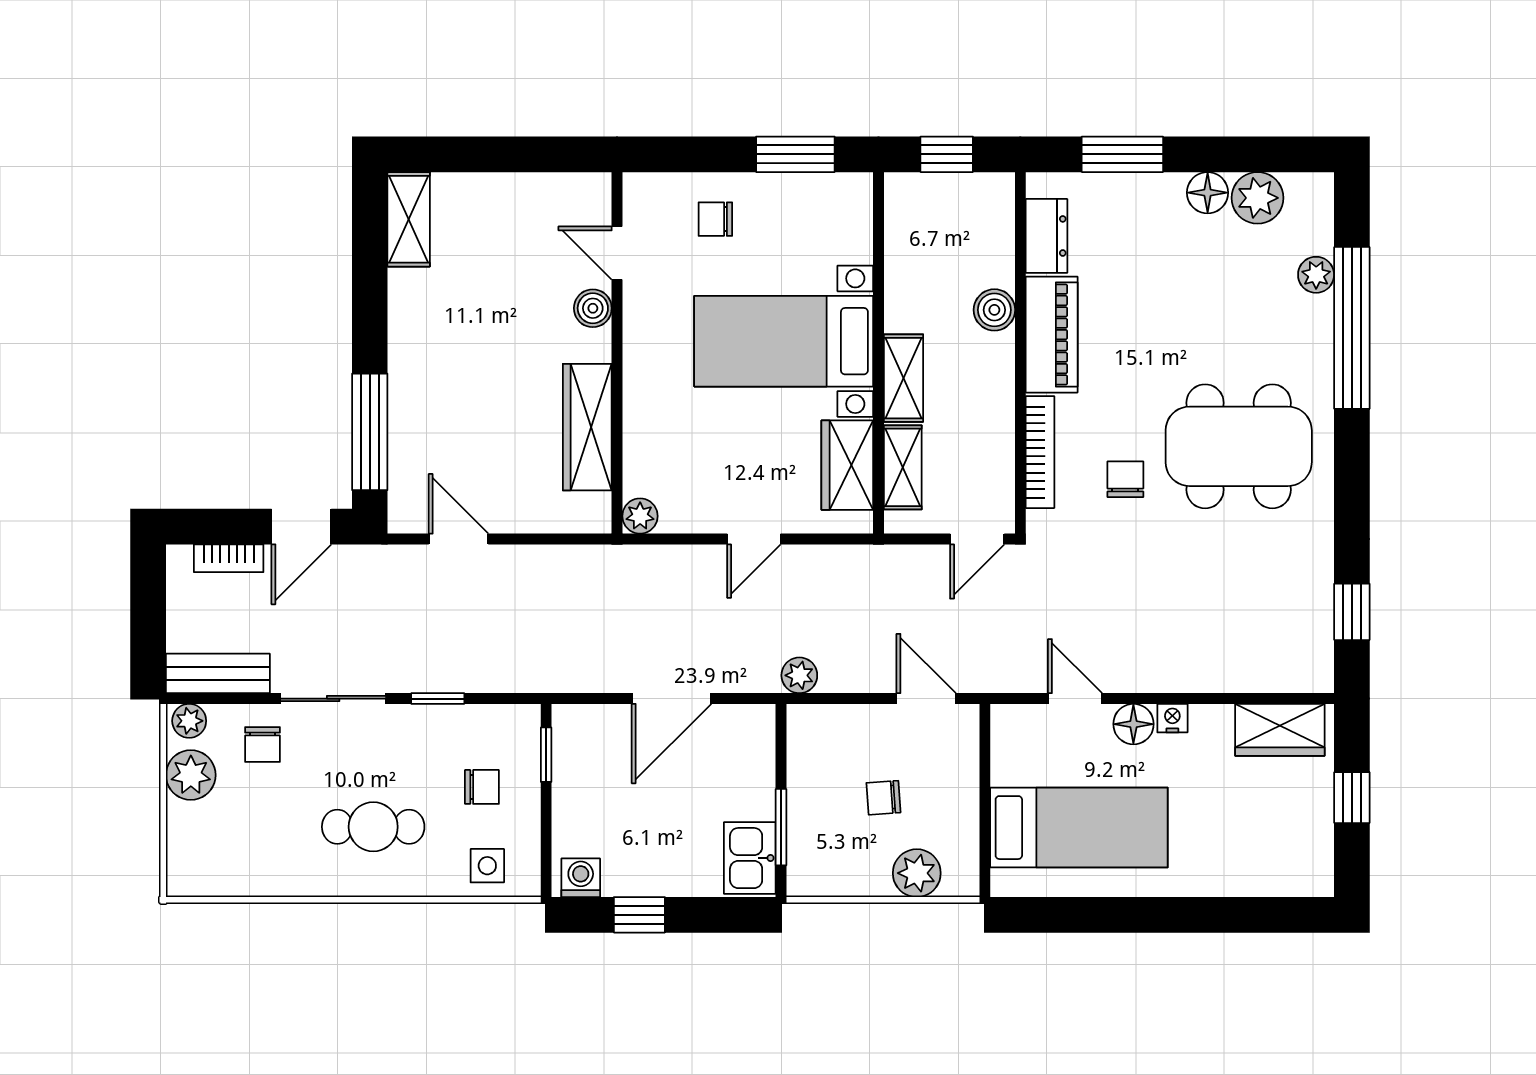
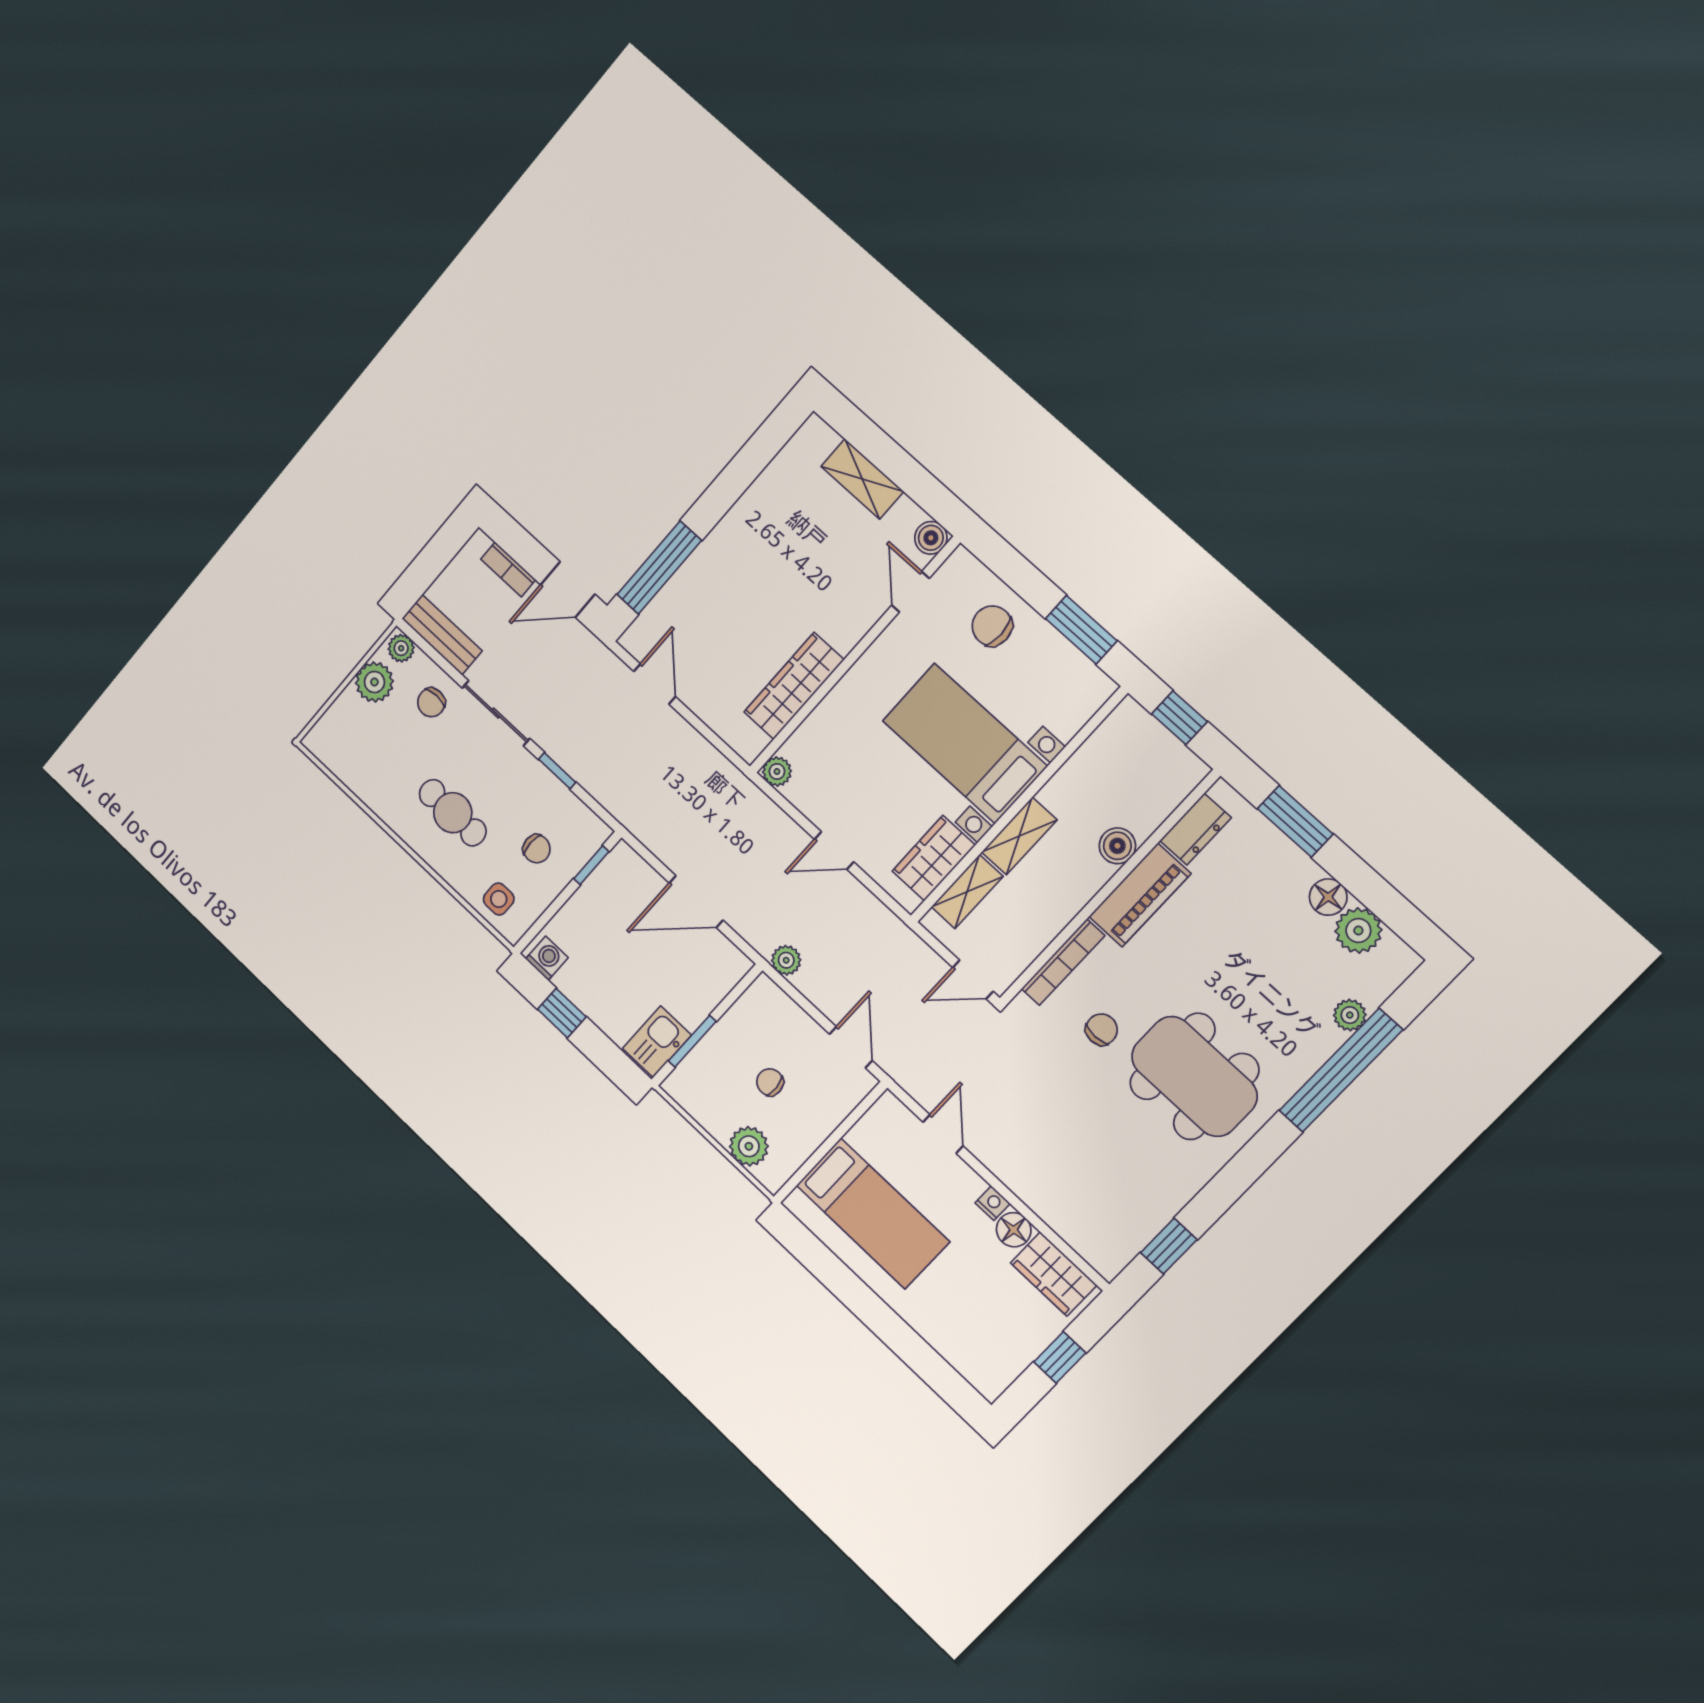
shelving: (409, 219) -> (862, 479), moved, turned 90
chair: (715, 219) -> (992, 626), width x1.37, depth x1.37
boiler: (593, 308) -> (931, 538), moved
floor lamp: (1133, 724) -> (1014, 1230), moved

